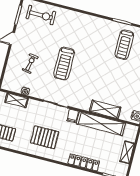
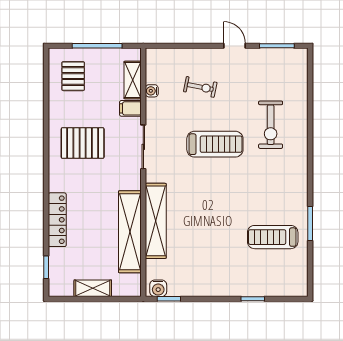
exercise bike: (41, 15) -> (271, 125), moved
treadmill: (64, 64) -> (215, 144), turned 180
shelving: (105, 109) -> (156, 221), width x1.47
filing cabinet: (73, 116) -> (130, 108), moved
pallet: (45, 137) -> (83, 143), turned 90

